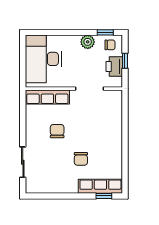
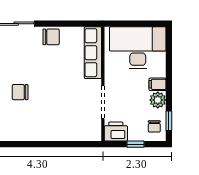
filing cabinet: (74, 42) -> (158, 84), added
printer: (114, 67) -> (116, 131), moved
chair: (57, 131) -> (51, 37), moved

